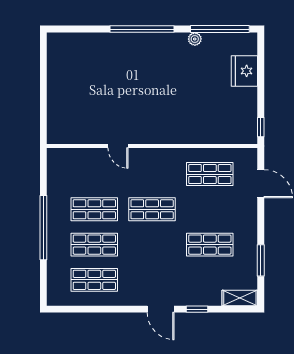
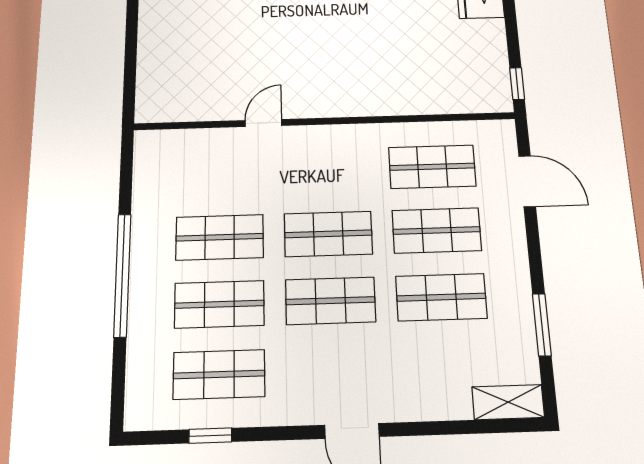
door: (118, 146) -> (263, 123), swing flipped
shop shelf: (210, 209) -> (437, 231), added
shop shelf: (152, 245) -> (330, 301), added
window: (197, 309) -> (210, 436), moved

